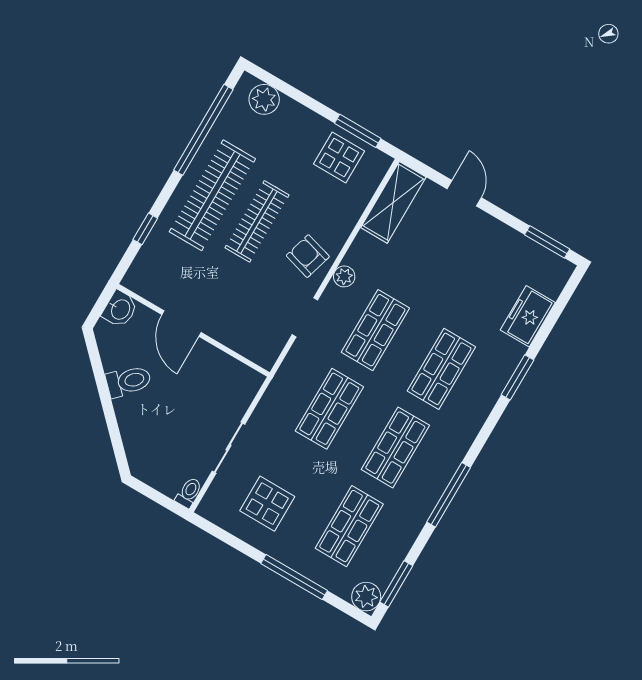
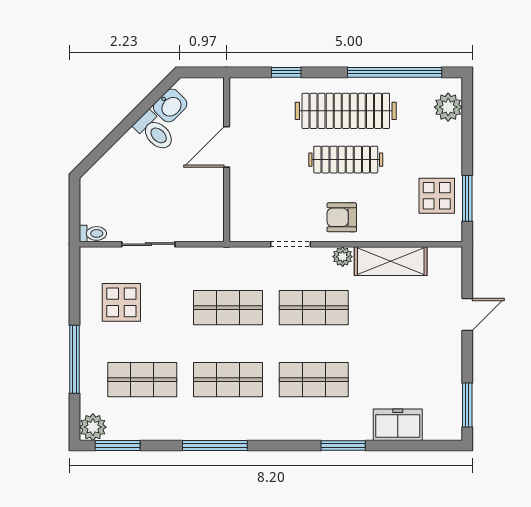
shelving: (393, 202) -> (391, 261), moved
armchair: (308, 256) -> (342, 217), turned -106
washbasin: (120, 309) -> (170, 105), moved, turned -45

